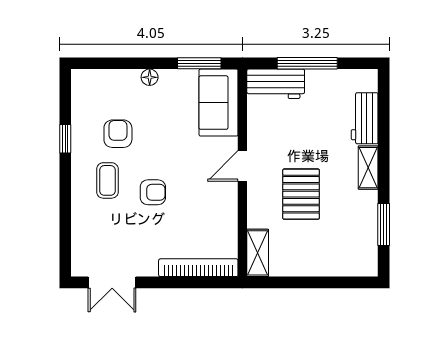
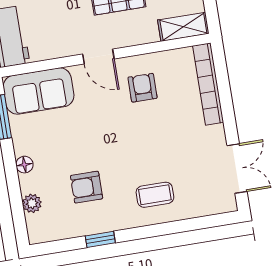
plant: (111, 78) -> (32, 203), added
coffee table: (107, 180) -> (155, 195), moved
armchair: (153, 192) -> (142, 88), moved

